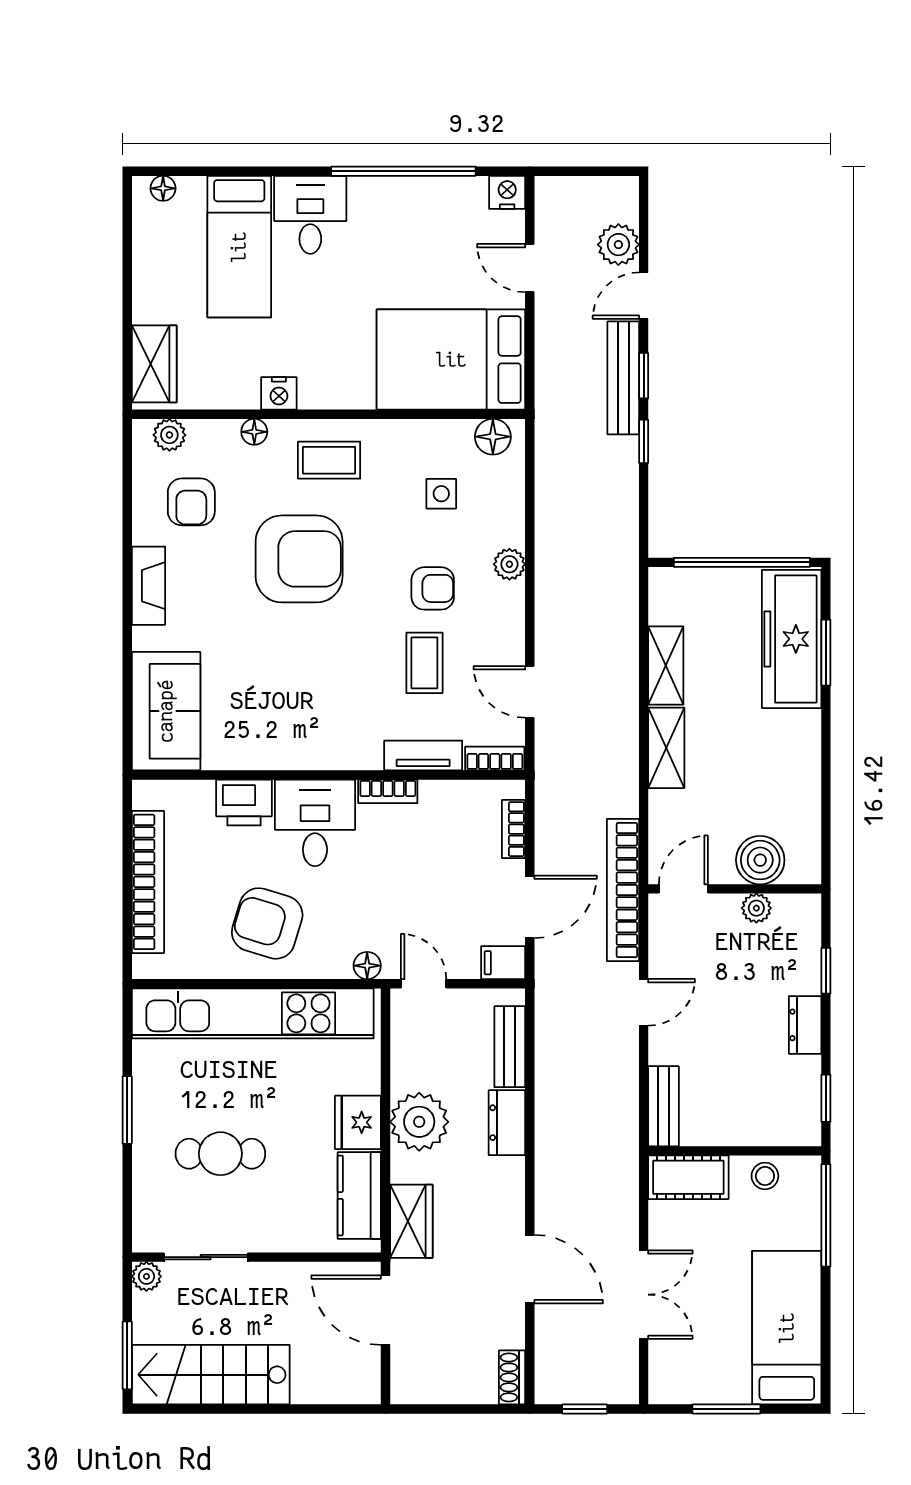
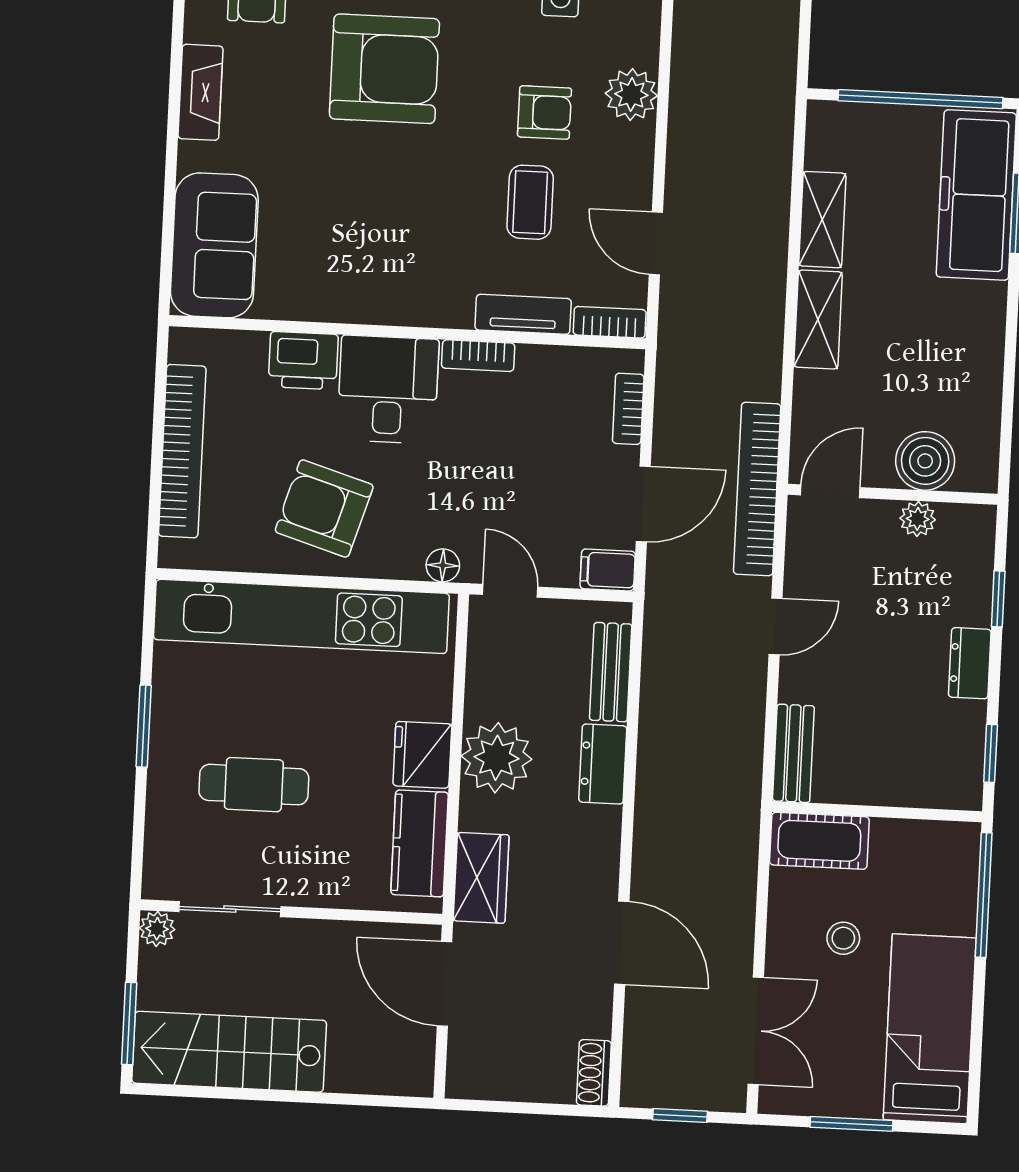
plant: (509, 564) -> (631, 95), width x1.38, depth x1.38
stool: (765, 1176) -> (843, 938), moved
double door: (644, 1295) -> (756, 1031), moved

